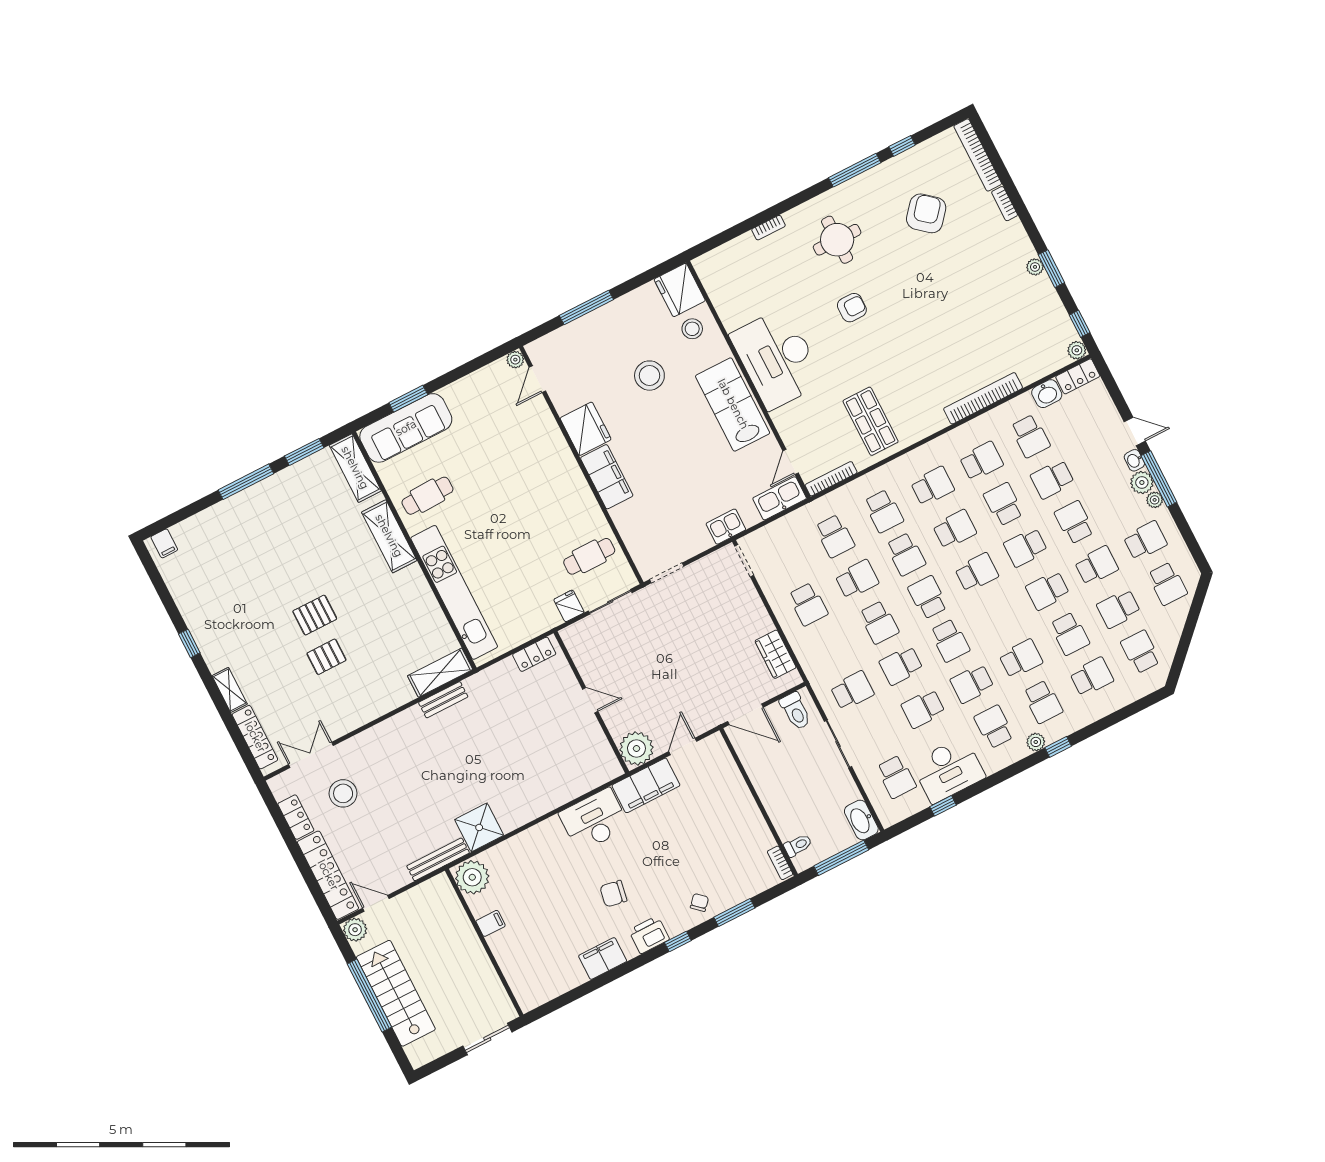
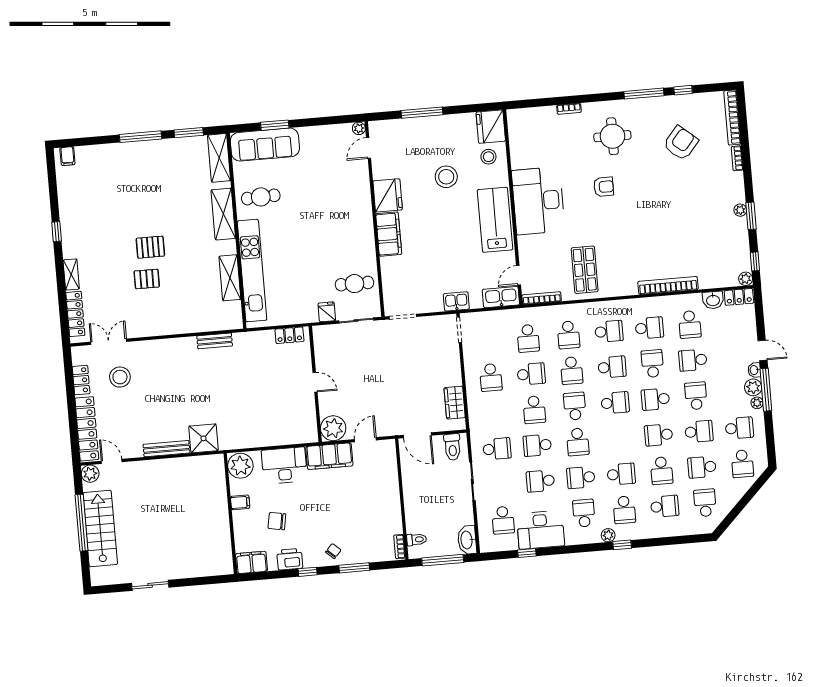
shelving: (440, 673) -> (230, 278), moved, turned 90
plant: (472, 877) -> (240, 466), moved
filing cabinet: (491, 923) -> (240, 502), moved
wall: (484, 943) -> (230, 514), moved

